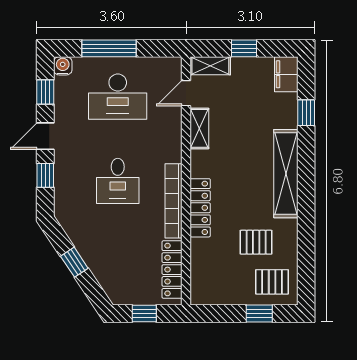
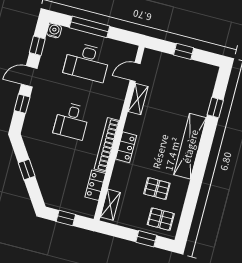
shelving: (210, 66) -> (110, 205), moved, turned 90
filing cabinet: (286, 74) -> (208, 77), removed
locker: (200, 208) -> (126, 147), width x0.66
locker: (172, 270) -> (95, 185), width x0.66

